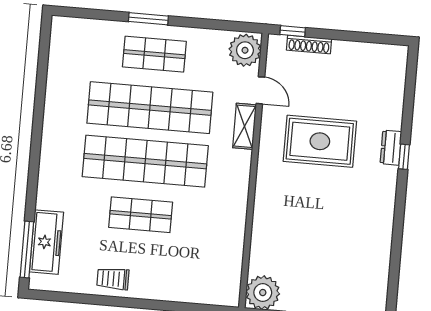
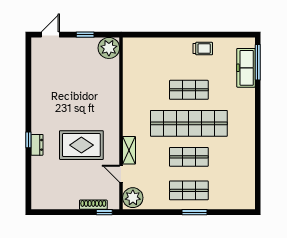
shop shelf: (150, 108) -> (189, 157), width x0.50, depth x0.74

